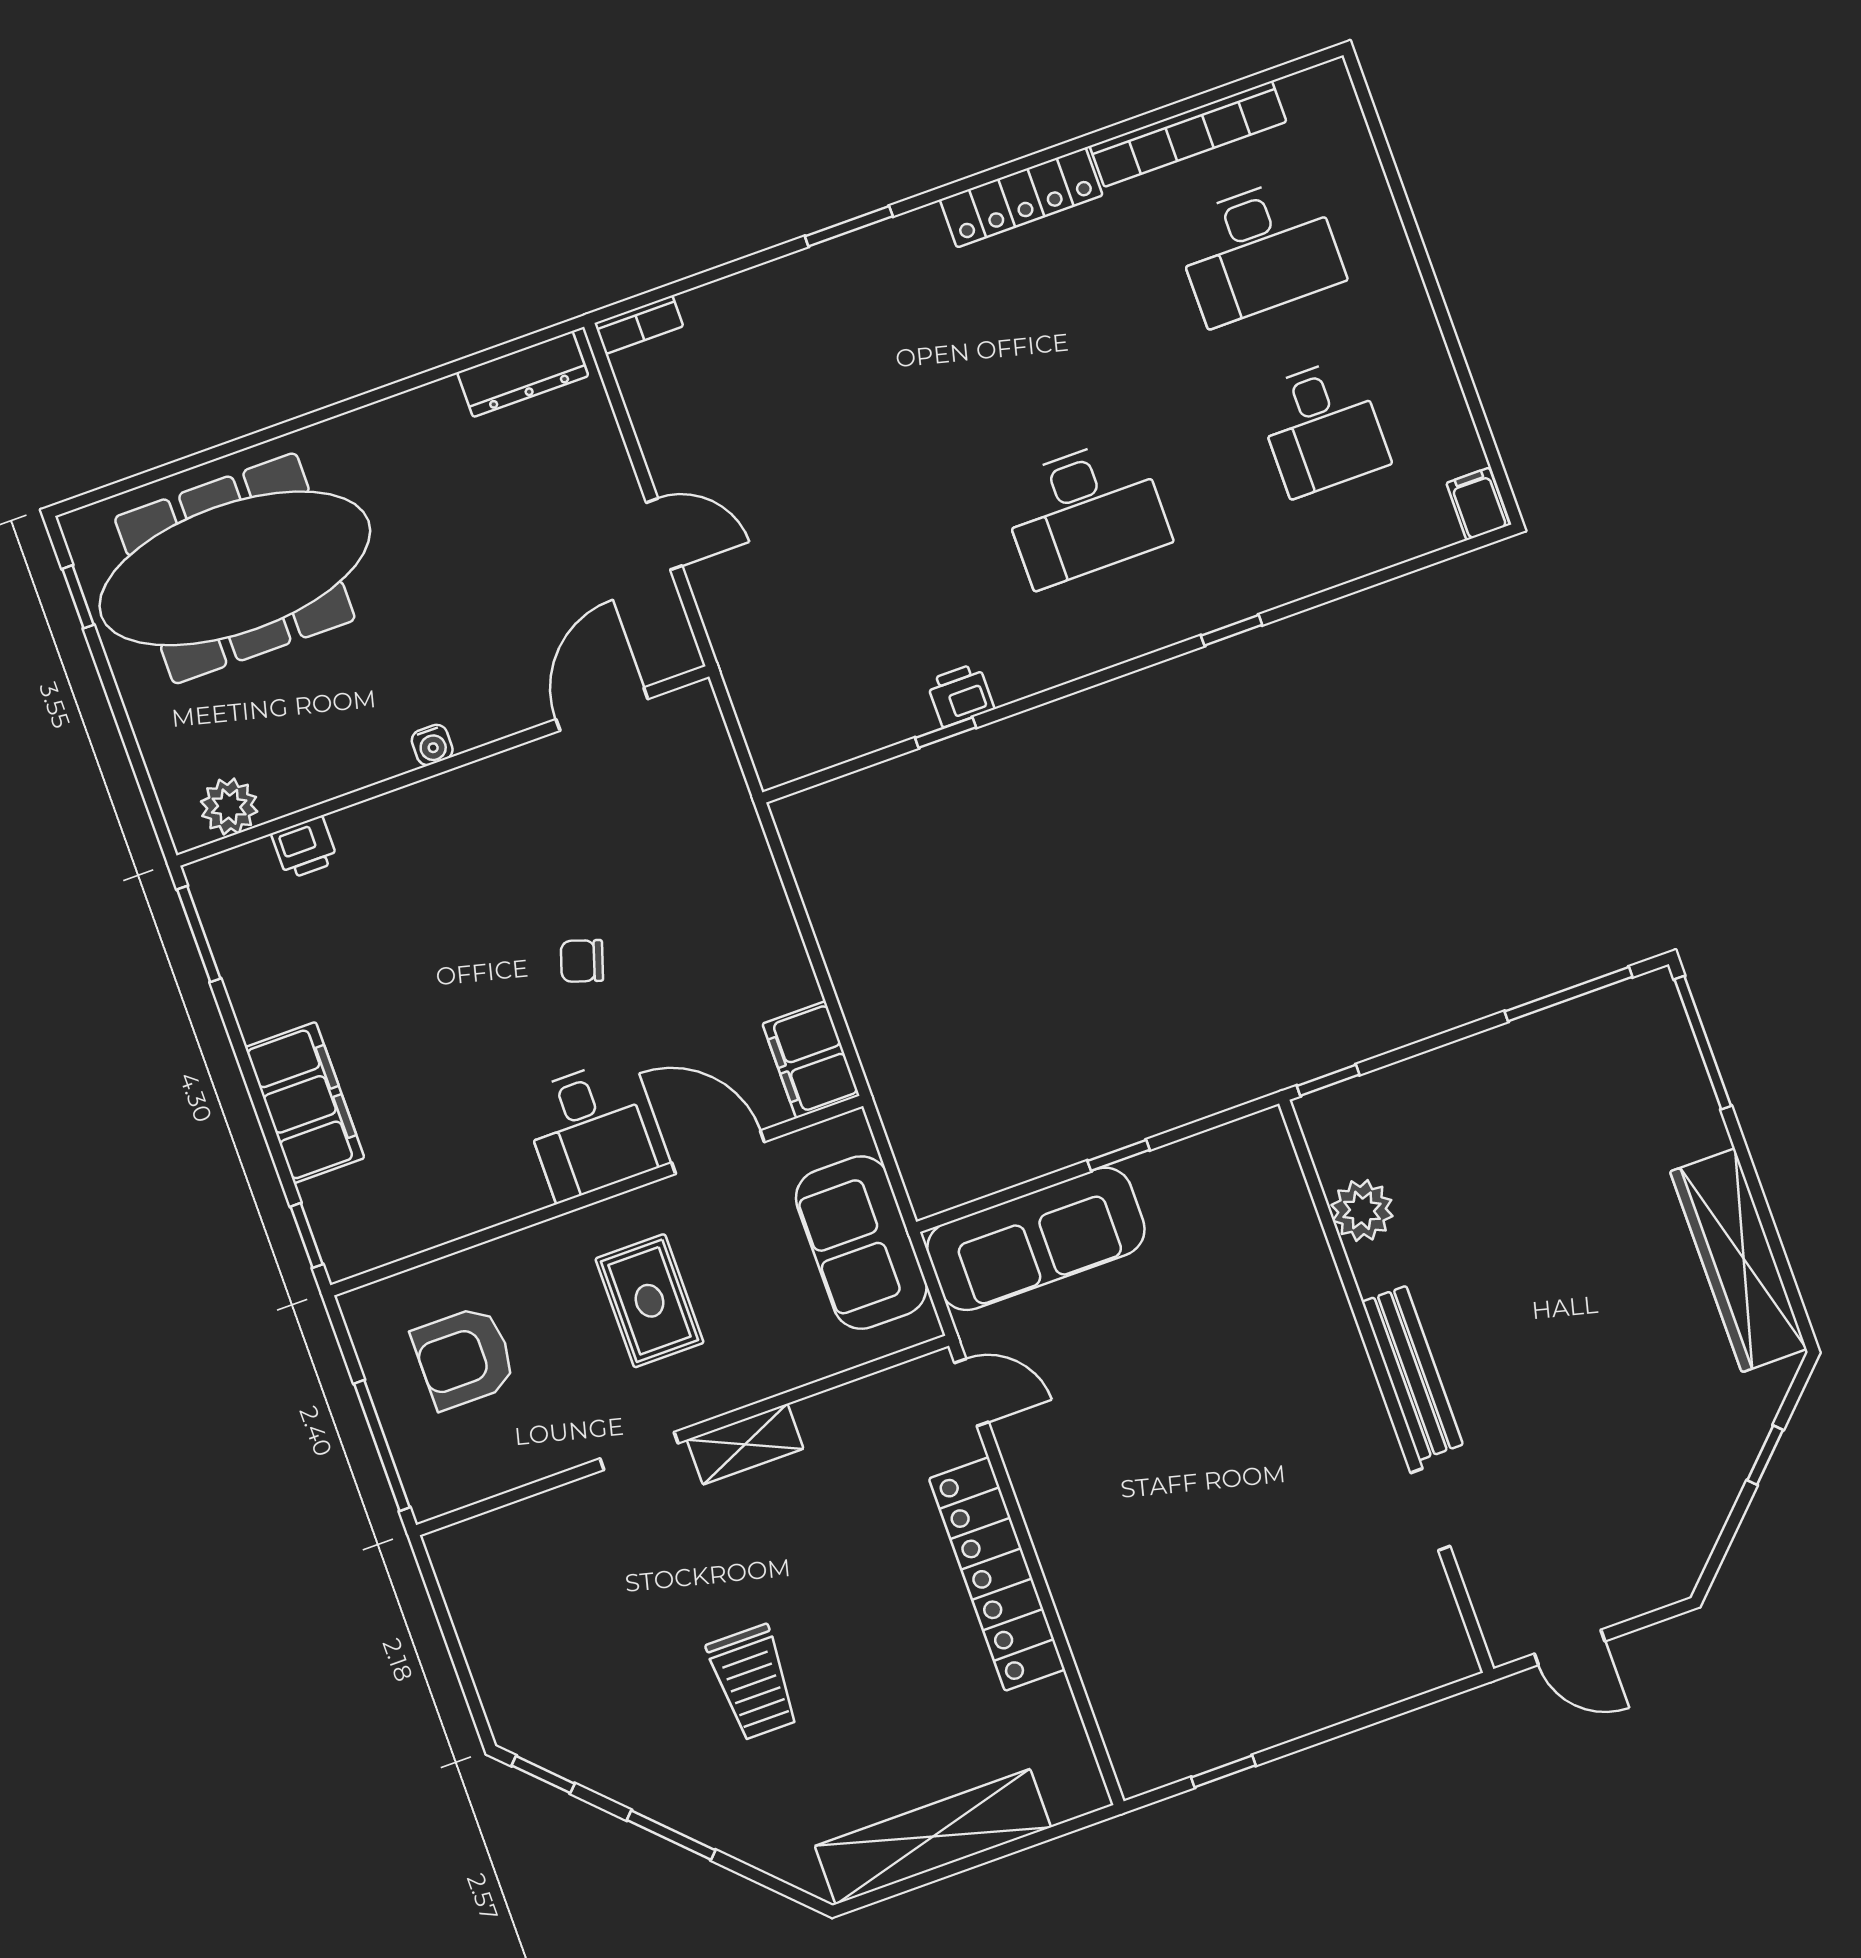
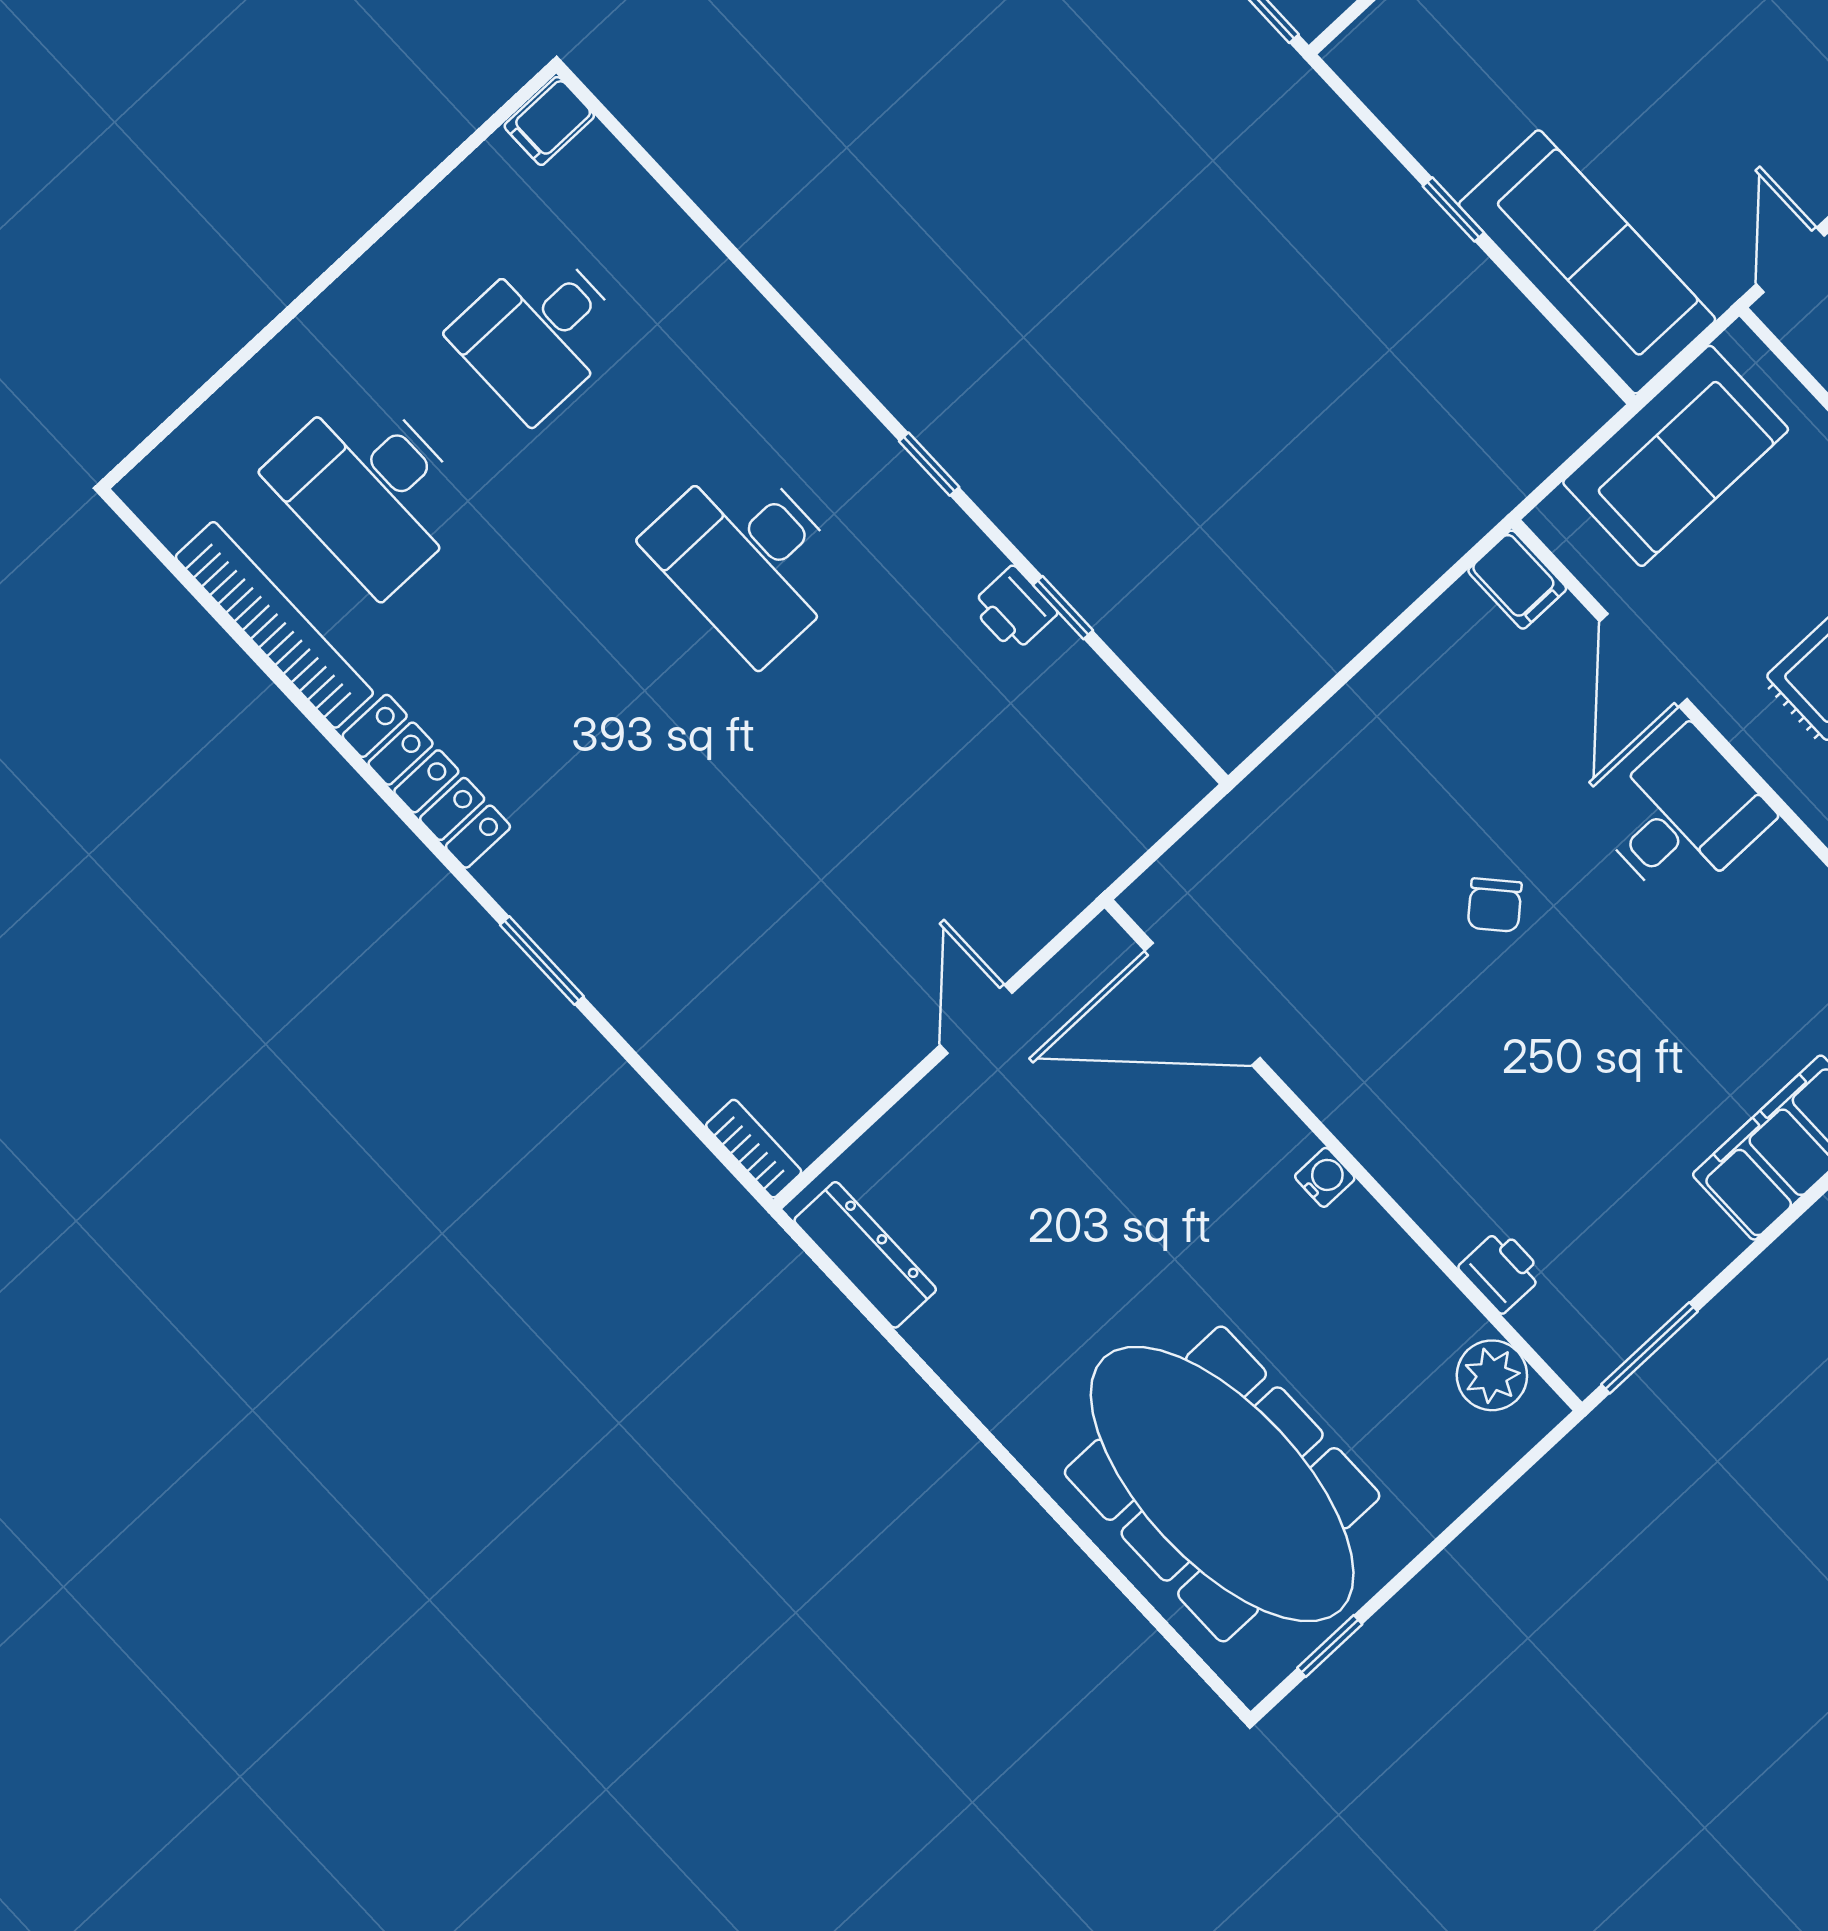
desk: (1259, 250) -> (371, 490), turned 180
desk: (1322, 427) -> (539, 333), turned 180
desk: (1085, 512) -> (749, 558), turned 180
window: (1232, 630) -> (929, 464), moved
door: (602, 709) -> (1203, 1004), width x1.36
chair: (582, 961) -> (1495, 905), turned 30
filing cabinet: (811, 1060) -> (1517, 580), width x0.50

